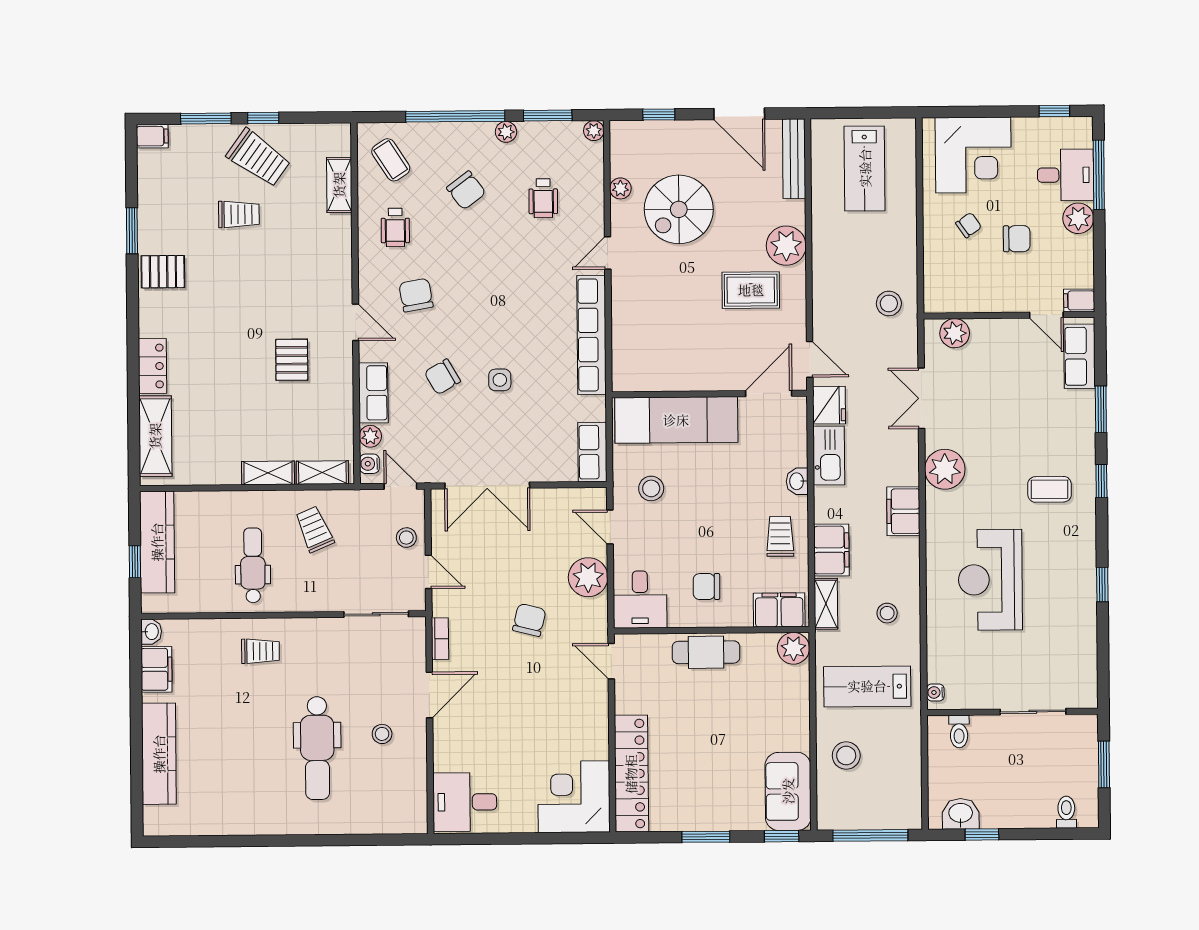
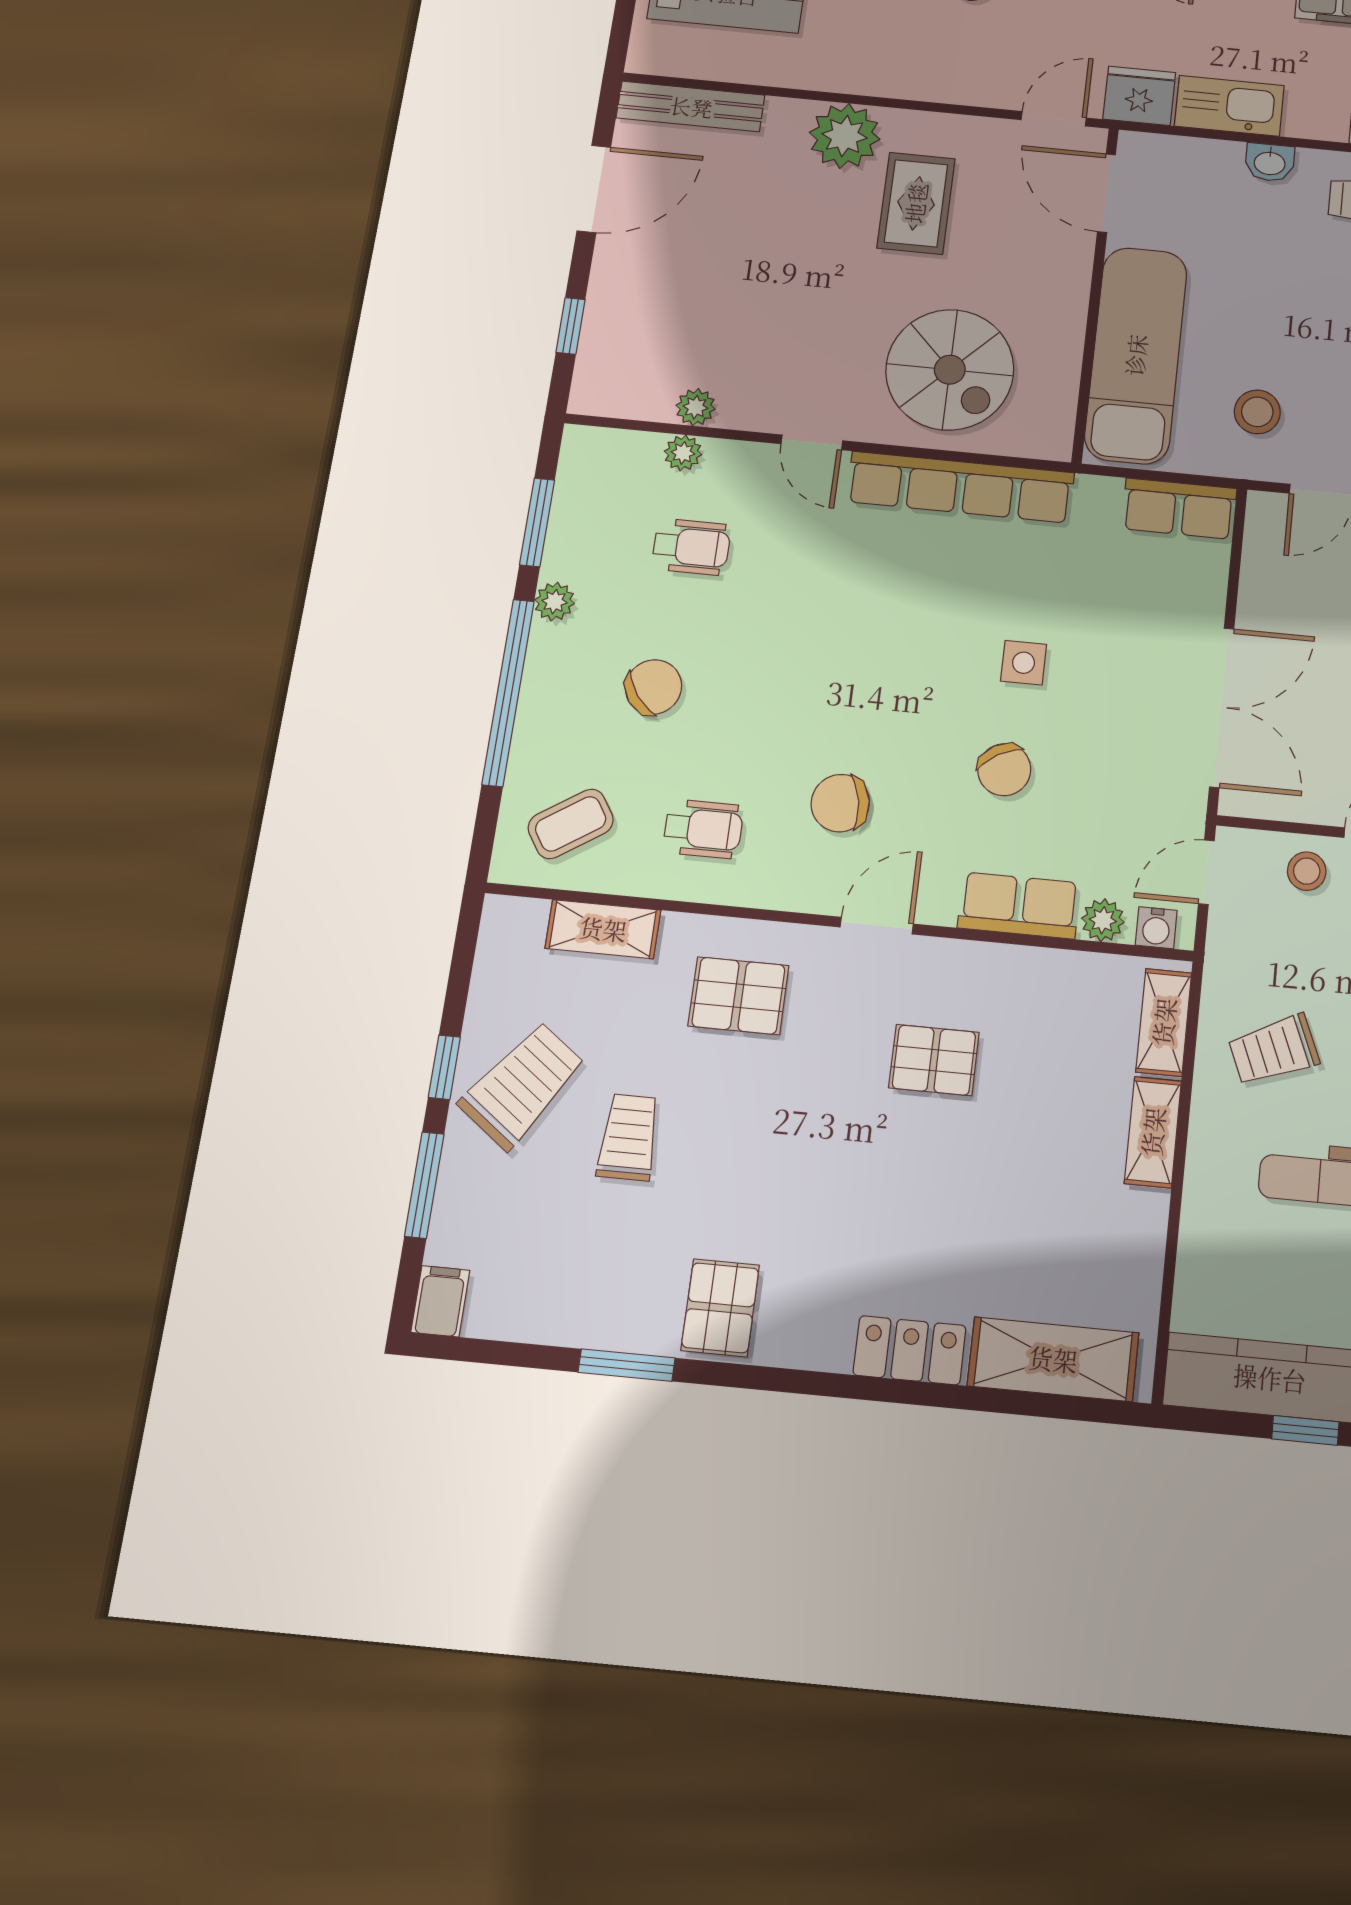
plant: (594, 131) -> (683, 453), moved
spiral stairs: (679, 209) -> (950, 370), moved
pallet: (313, 258) -> (738, 996), added

